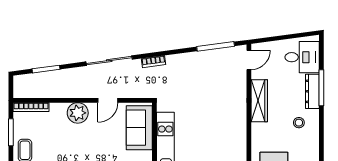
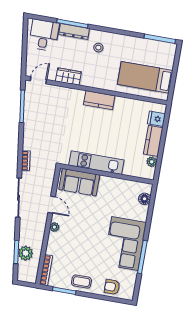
door: (249, 60) -> (38, 80), hinge flipped
plant: (47, 80) -> (26, 253), added
wardrobe: (259, 101) -> (68, 77), width x0.67
plant: (78, 113) -> (54, 227), width x0.53, depth x0.53
kitchen counter: (238, 134) -> (99, 100), added

